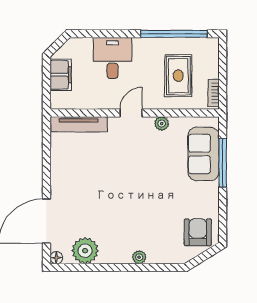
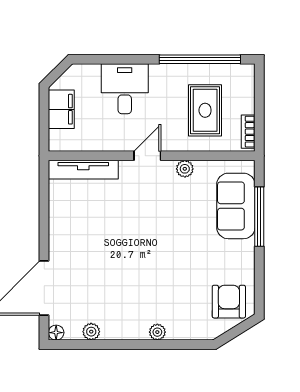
plant: (85, 251) -> (91, 332), width x0.53, depth x0.53

